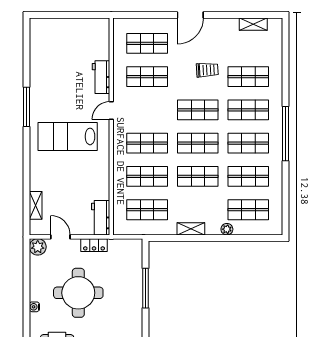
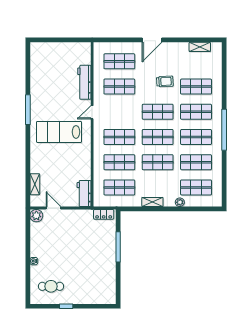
workbench: (101, 77) -> (84, 82), width x1.38
locker: (94, 245) -> (104, 214), moved
round table: (78, 293) -> (67, 250), removed

